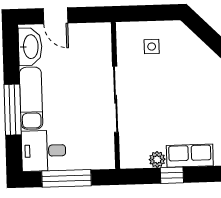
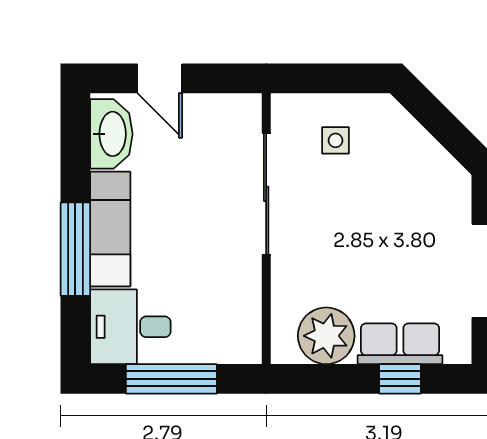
sliding door: (116, 99) -> (266, 194), moved
plant: (157, 159) -> (326, 336), width x1.87, depth x1.87
window: (172, 175) -> (400, 379), moved

